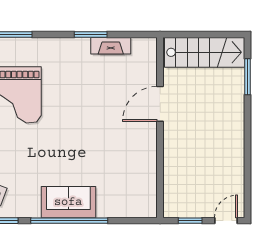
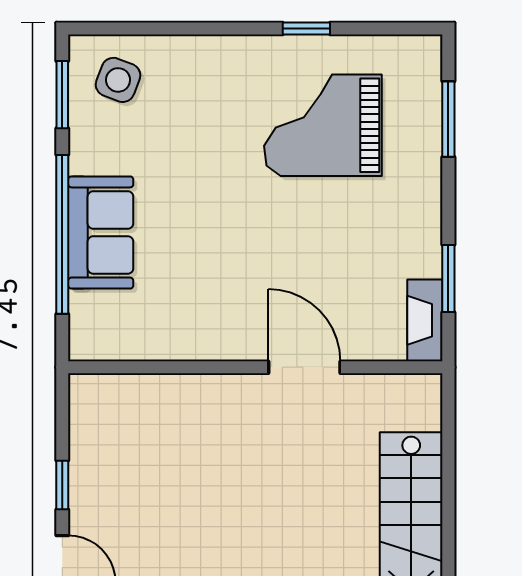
door: (160, 104) -> (304, 367), moved
wall: (160, 128) -> (255, 367), moved

